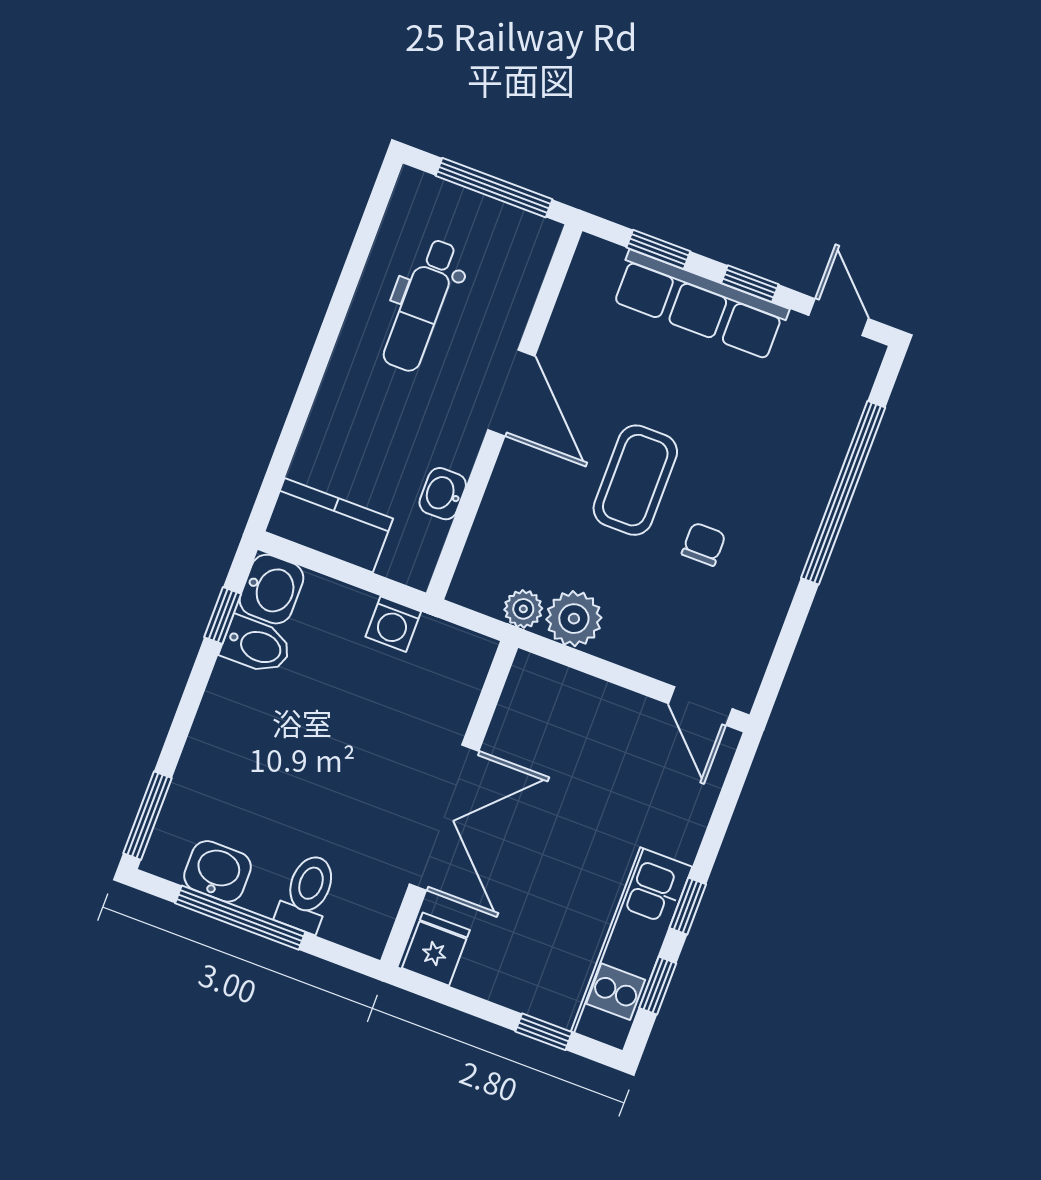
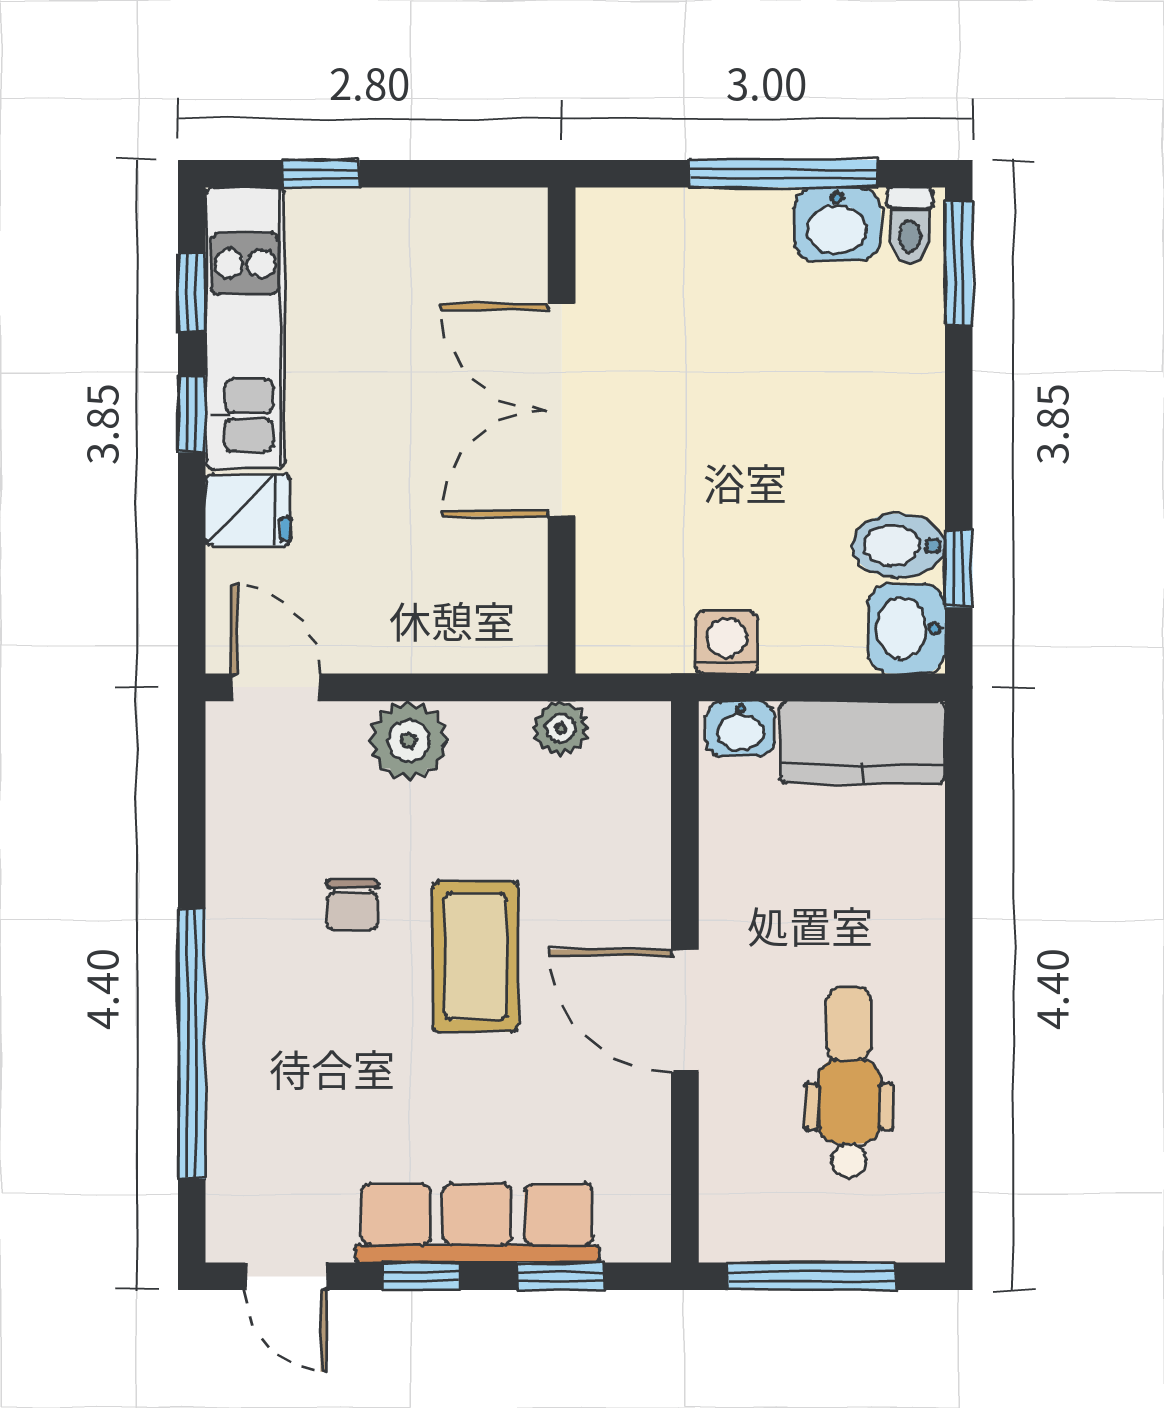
washbasin: (443, 494) -> (740, 729), moved, turned 90
plant: (574, 619) -> (409, 741), moved
toilet: (307, 893) -> (910, 226), moved, width x0.73, depth x0.72
fridge: (436, 949) -> (248, 510), moved, turned -90

